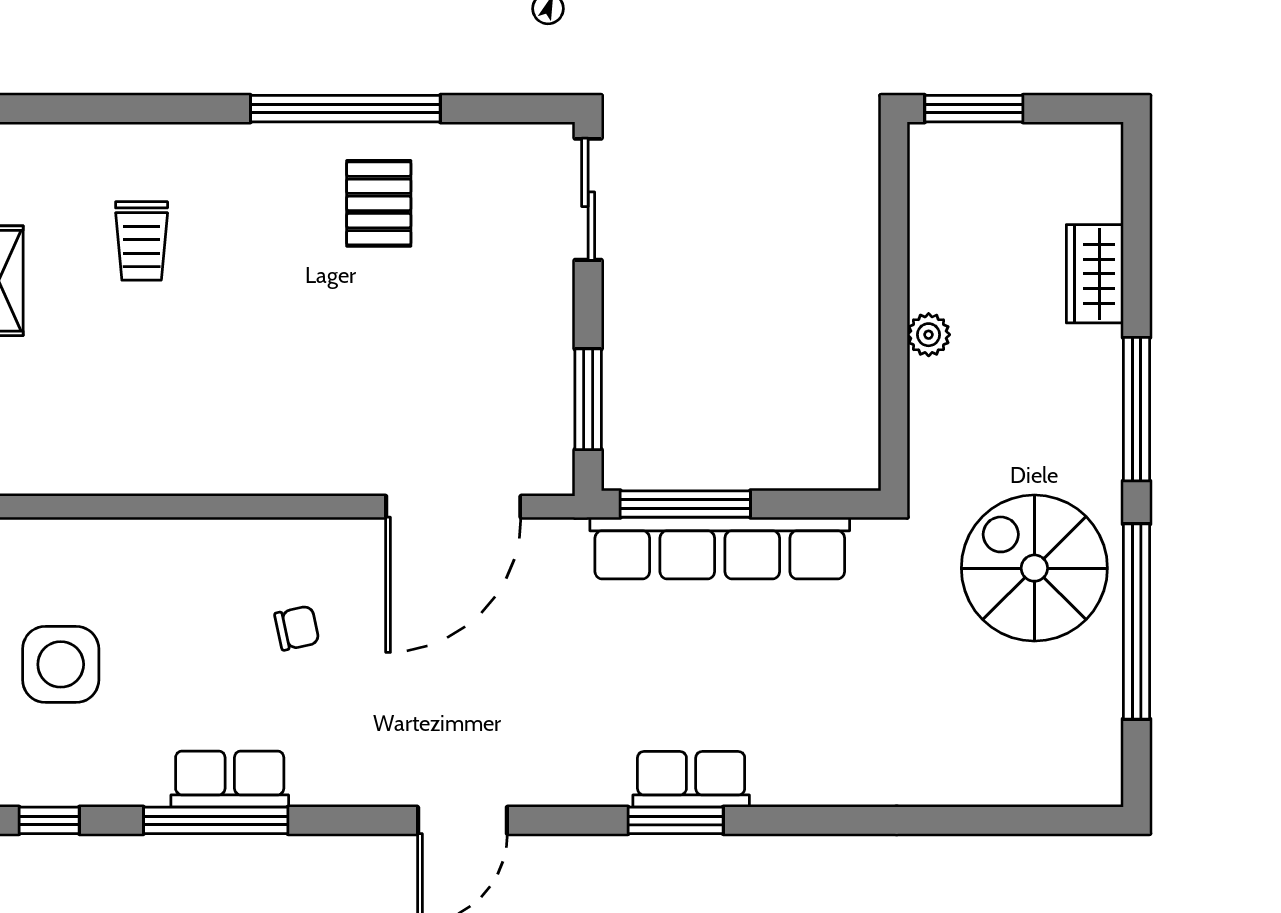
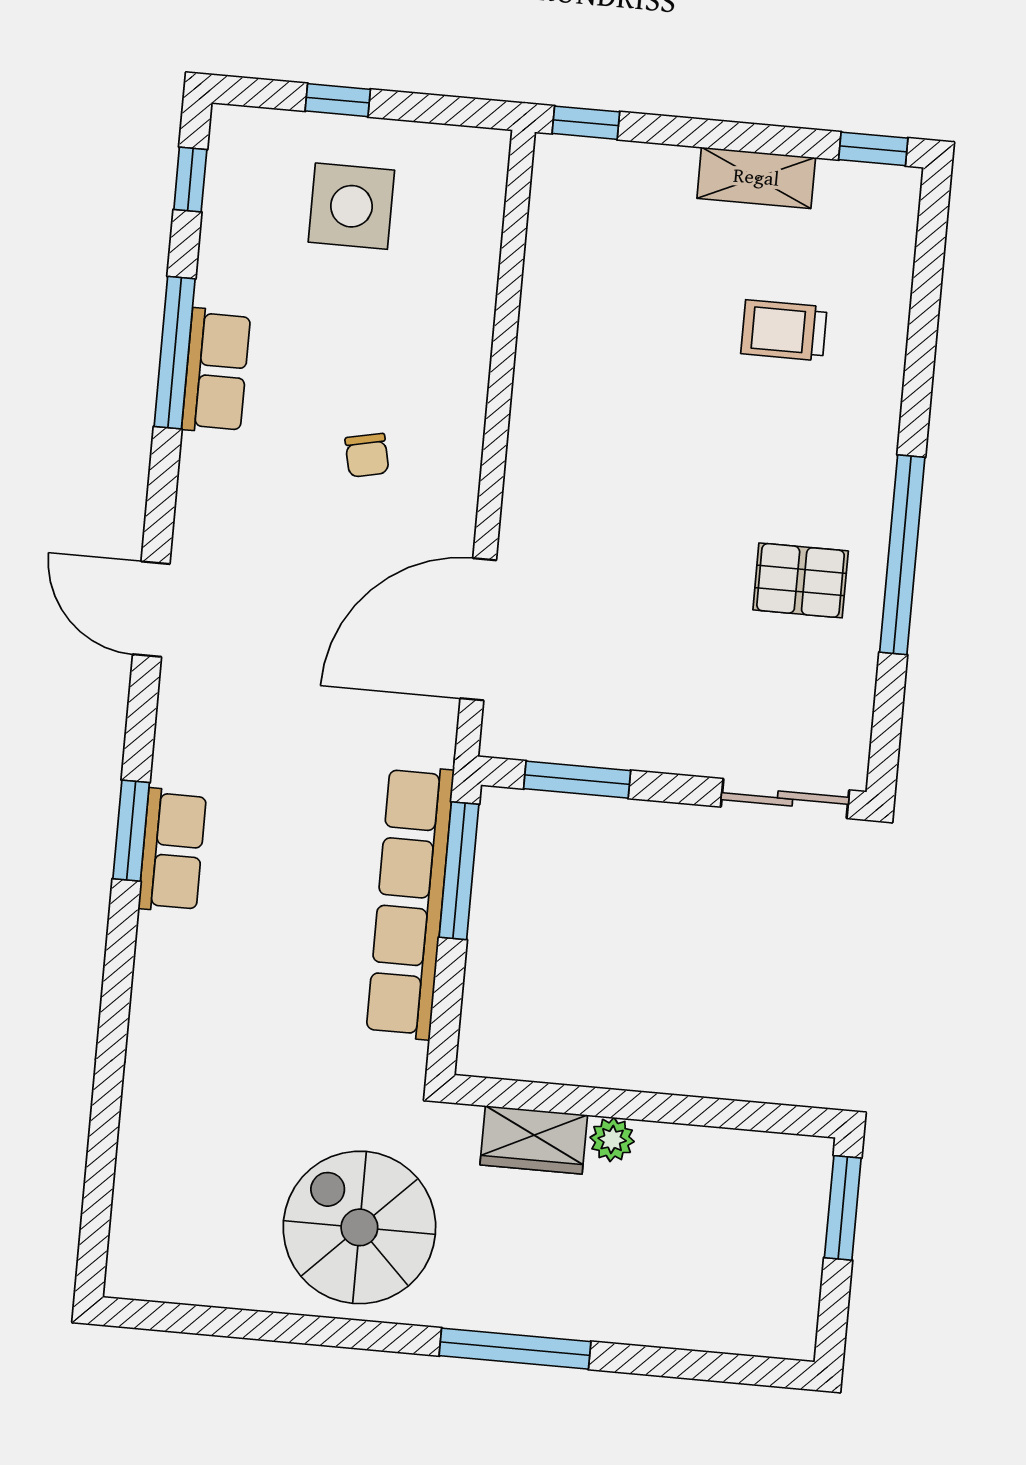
wardrobe: (1095, 274) -> (534, 1140), moved, turned 180
door: (453, 507) -> (478, 629), hinge flipped
spiral stairs: (1034, 568) -> (359, 1227), turned -90
window: (1137, 622) -> (294, 1329), removed

